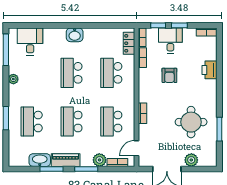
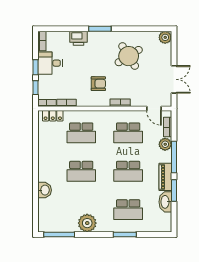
washbasin: (75, 35) -> (45, 190), moved
desk: (170, 40) -> (50, 63), moved
desk: (30, 41) -> (51, 211), removed
armchair: (169, 75) -> (98, 84), moved
plant: (13, 79) -> (87, 223), width x1.88, depth x1.88
round table: (191, 122) -> (129, 56), turned -32
window: (219, 129) -> (100, 29), moved
plant: (191, 160) -> (165, 37), moved
window: (86, 169) -> (174, 157), width x1.44

